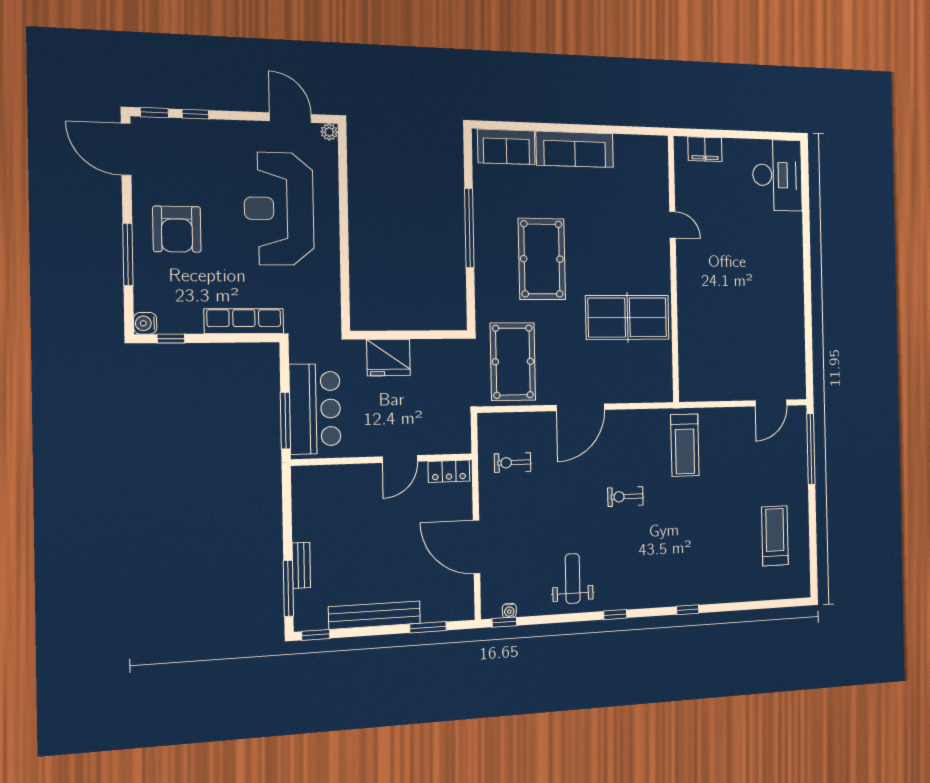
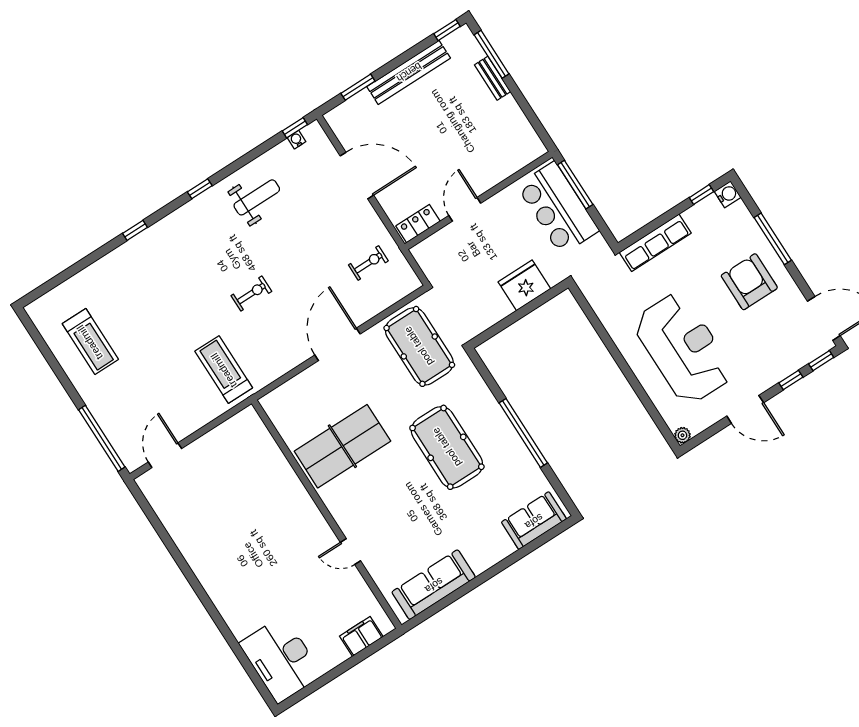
door: (290, 118) -> (745, 409), moved
sofa: (575, 149) -> (434, 585), moved
weight bench: (573, 578) -> (257, 197), turned -90

